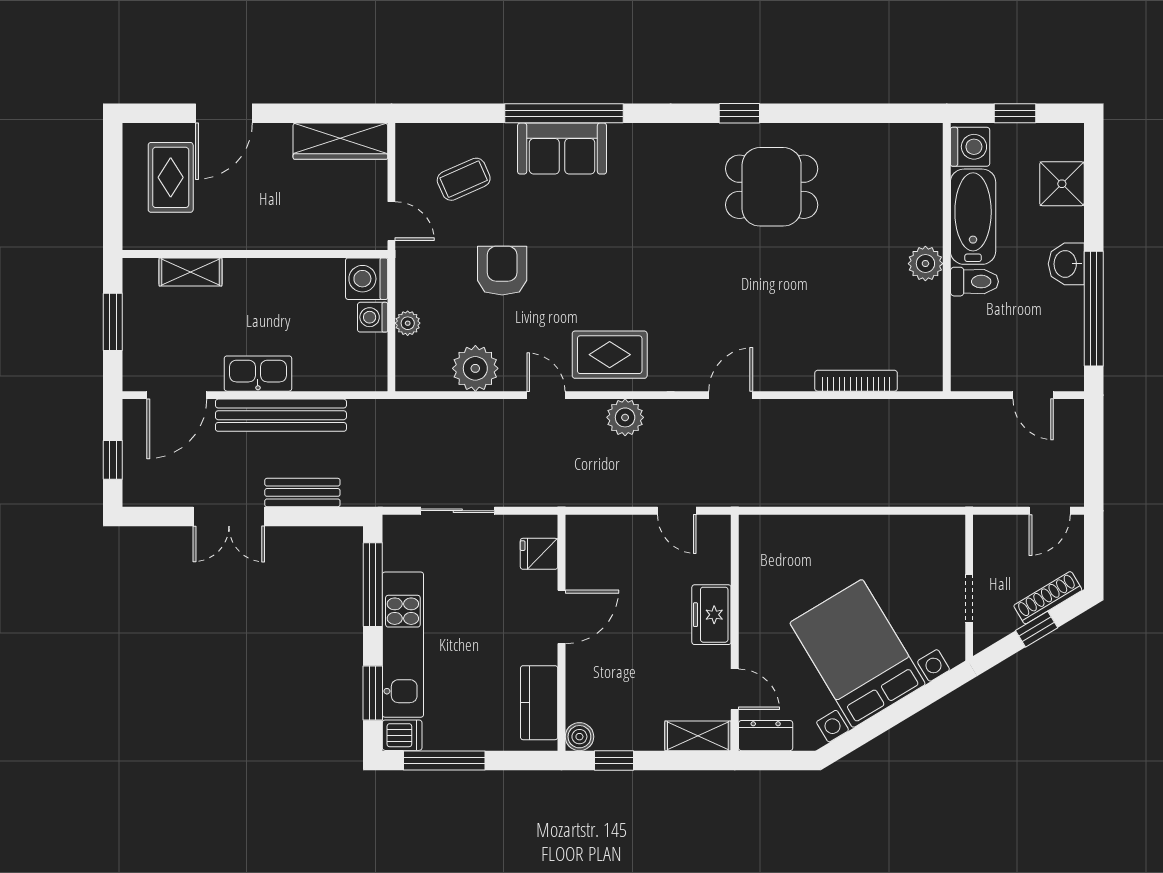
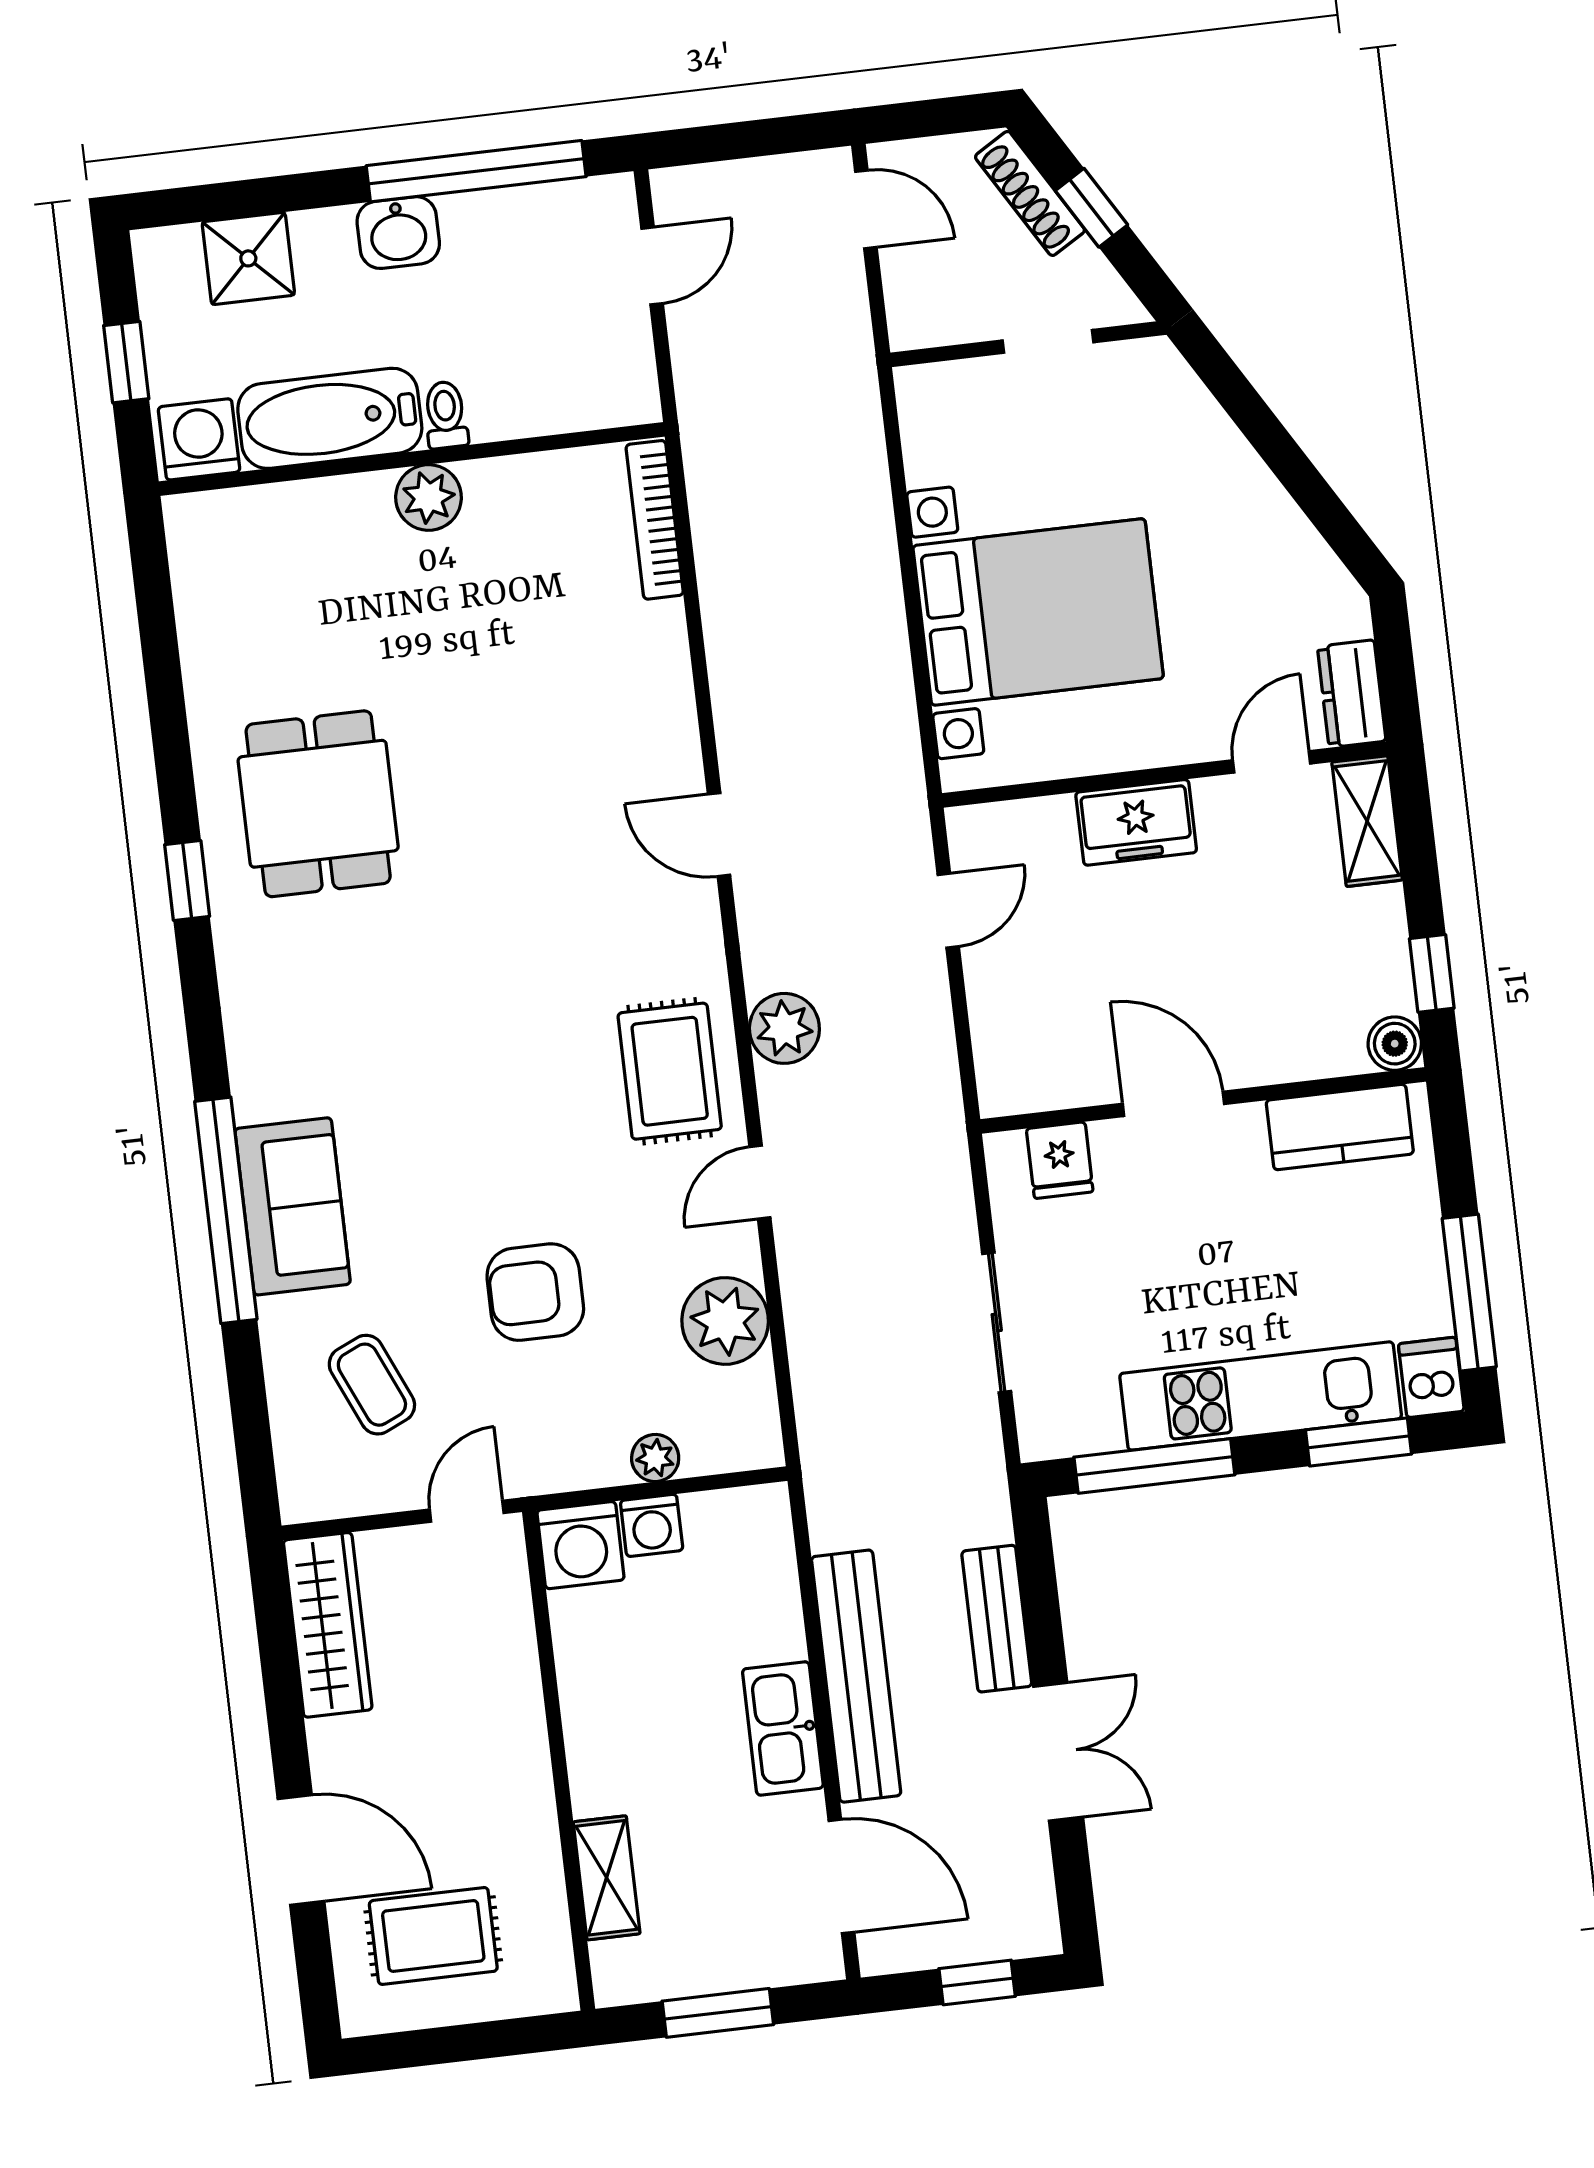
toilet: (974, 282) -> (446, 415), width x0.73, depth x0.72
bookcase: (856, 381) -> (655, 520), moved
bed with nightstands: (858, 653) -> (1038, 612), moved, turned -149

